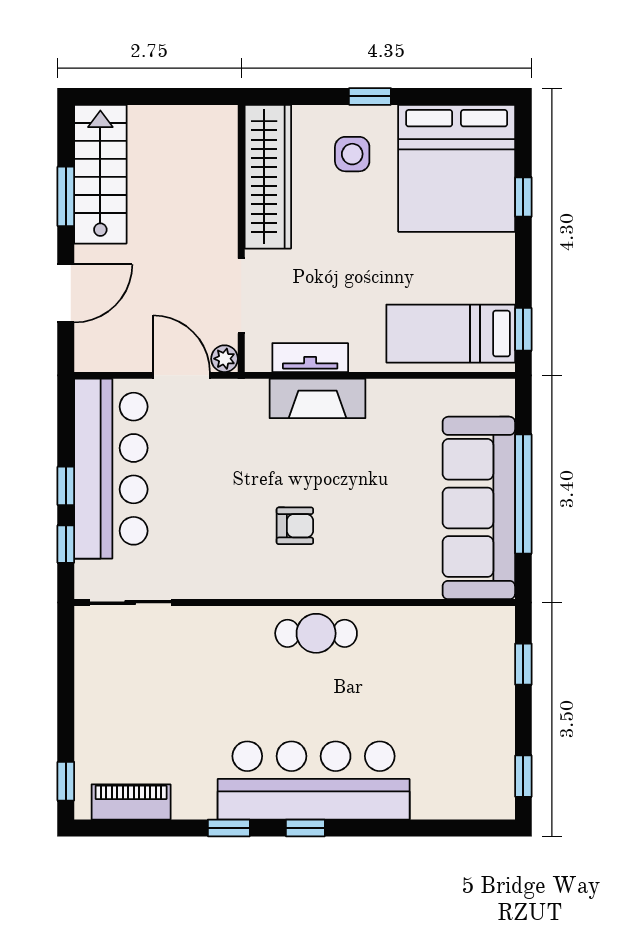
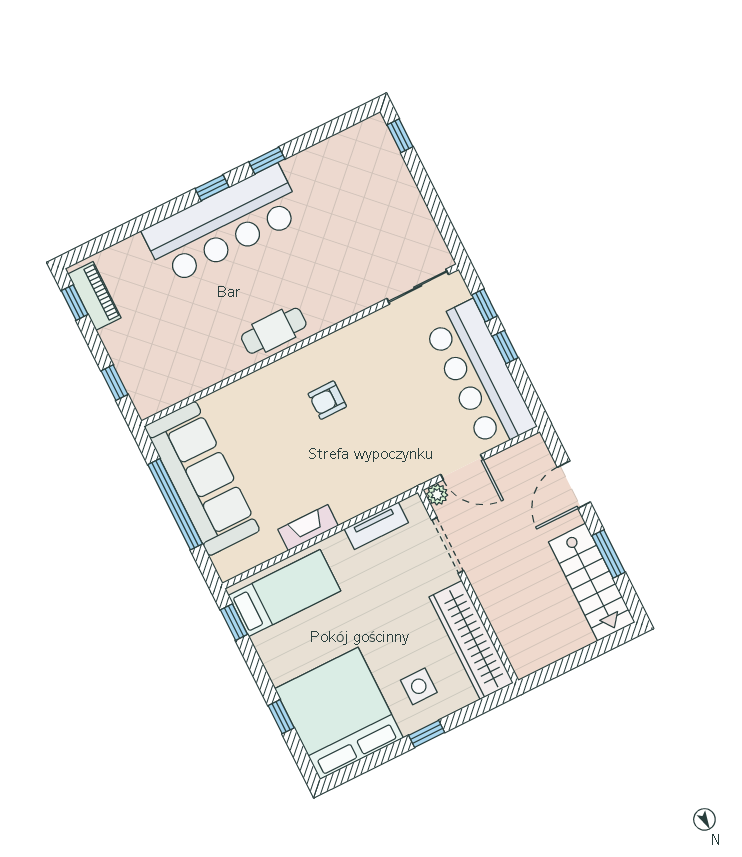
fireplace: (318, 398) -> (308, 528), moved, width x0.73, depth x0.76
piano: (131, 802) -> (94, 296), moved, turned -90

